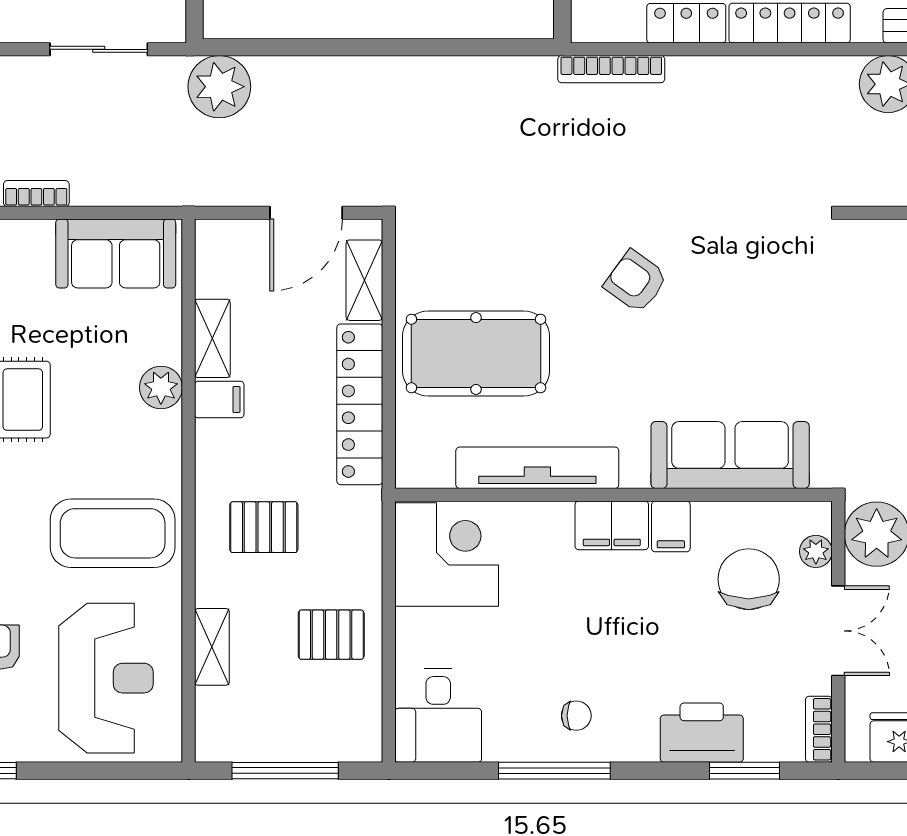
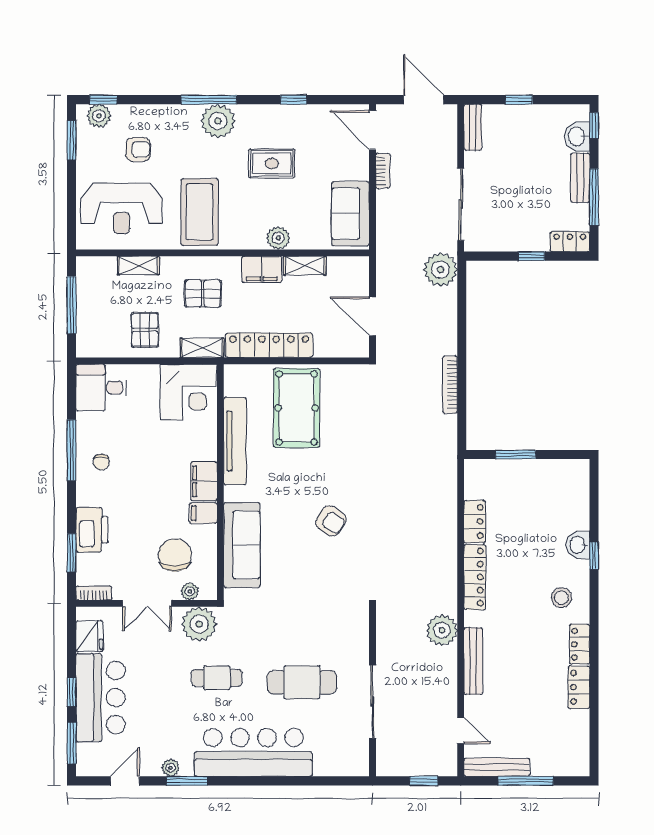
sliding door: (99, 49) -> (461, 204), width x1.37
bookcase: (611, 69) -> (450, 385), moved
shelving: (364, 280) -> (202, 348), moved
armchair: (636, 281) -> (331, 521), moved, turned 87
filing cabinet: (219, 400) -> (262, 269), width x2.00
pallet: (264, 527) -> (203, 293), turned 90
chair: (749, 579) -> (175, 555), turned -90

